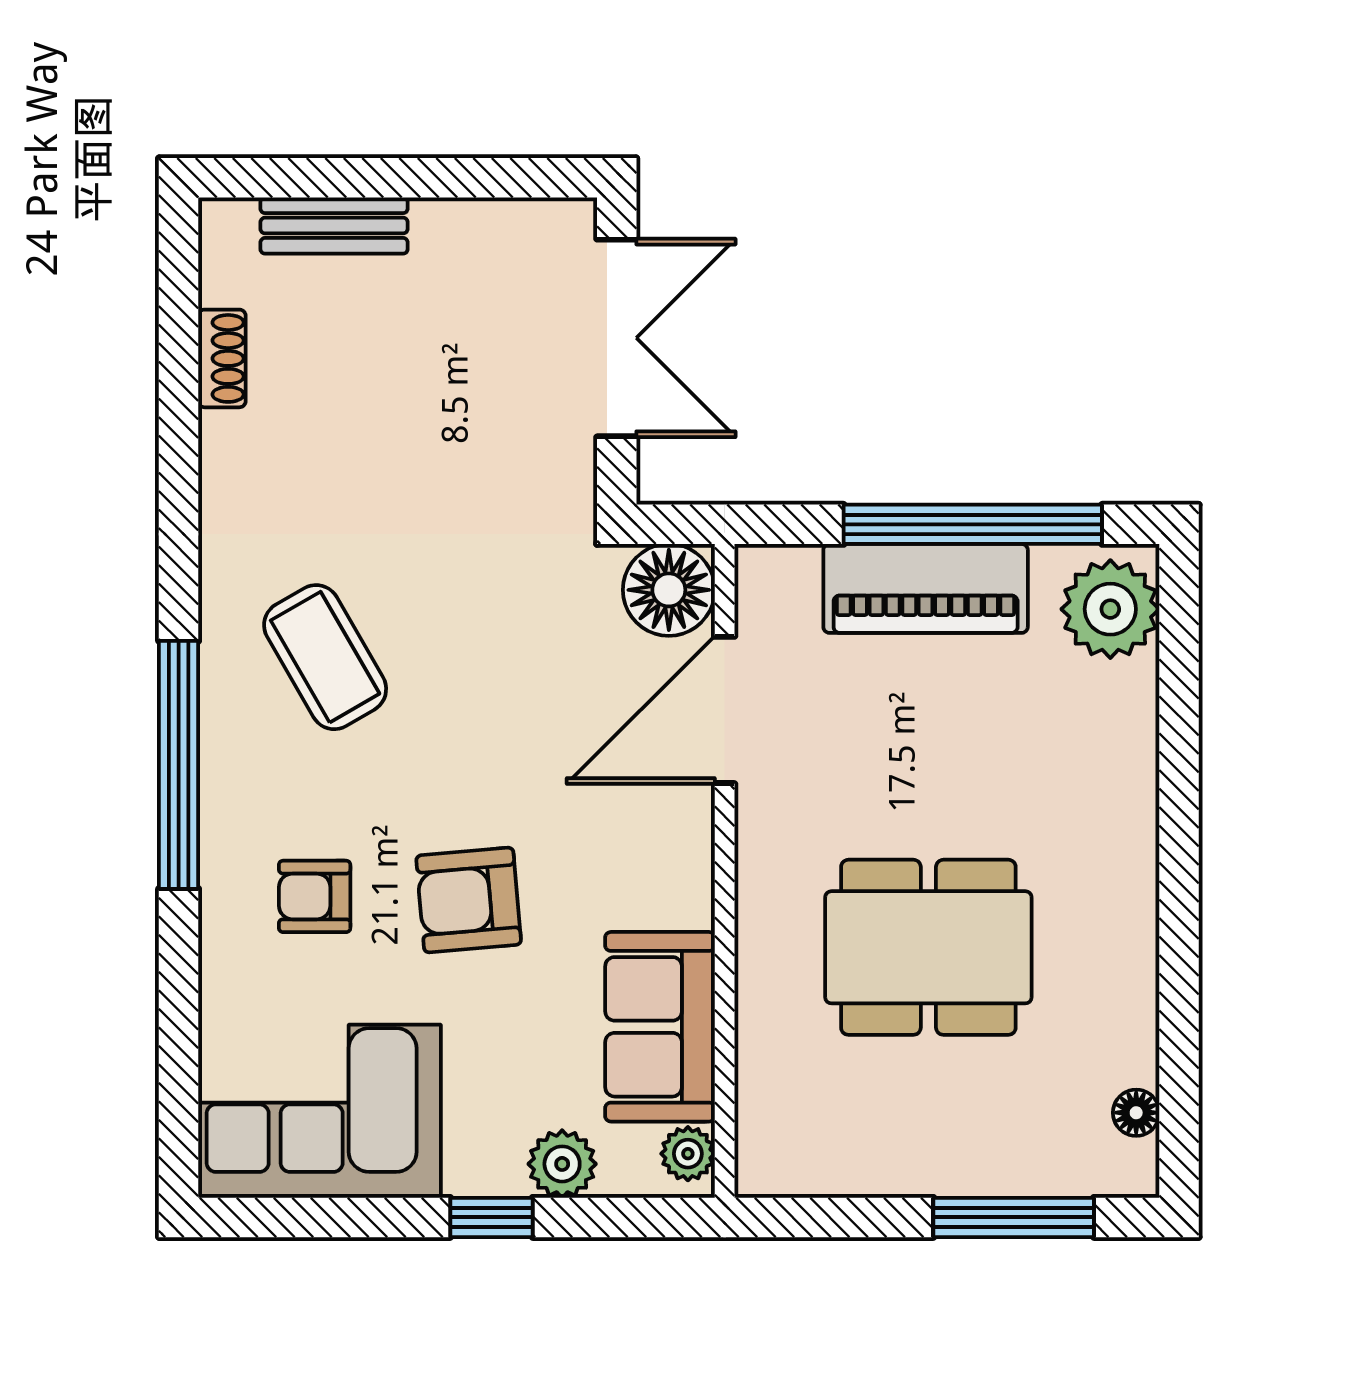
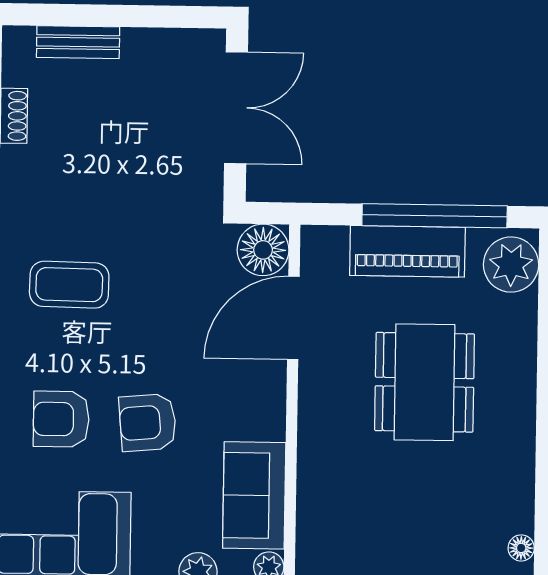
coffee table: (325, 657) -> (69, 285), turned -59
armchair: (315, 896) -> (61, 419), width x1.38, depth x1.38
dining table: (928, 947) -> (425, 382), moved, turned 90

